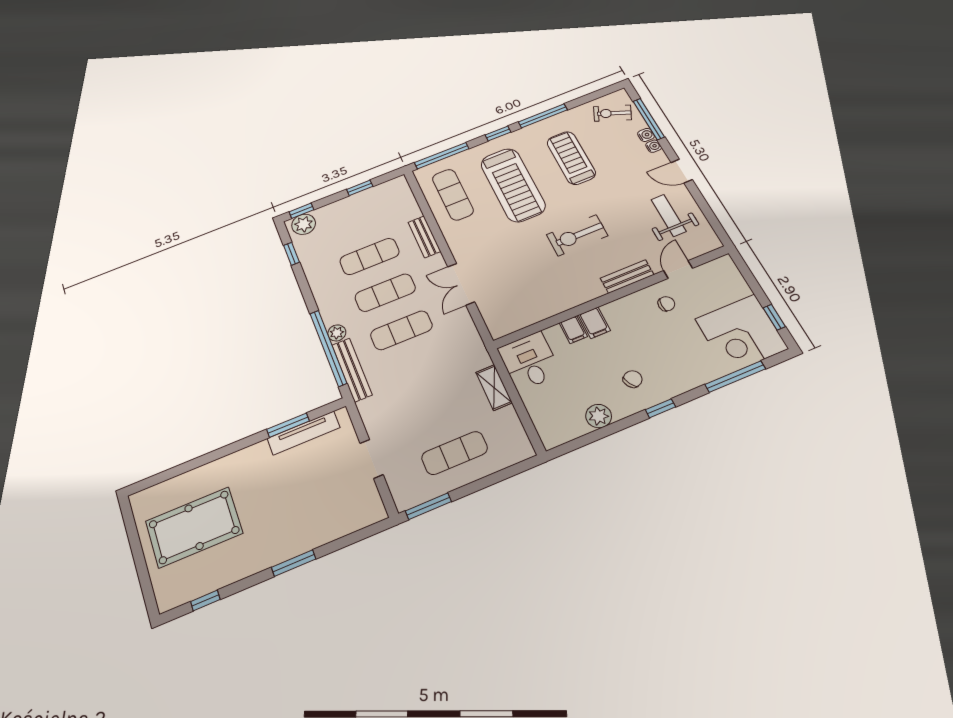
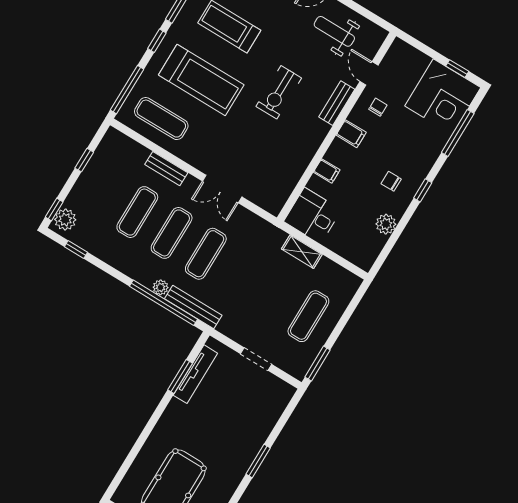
filing cabinet: (594, 323) -> (351, 134), moved
chair: (633, 379) -> (391, 181), turned -60

